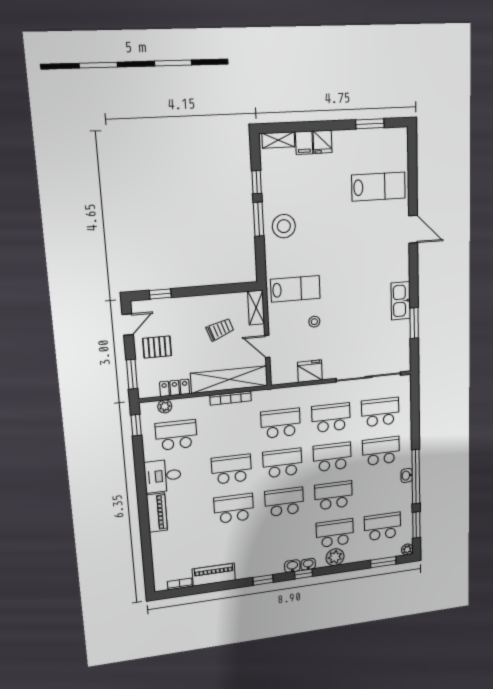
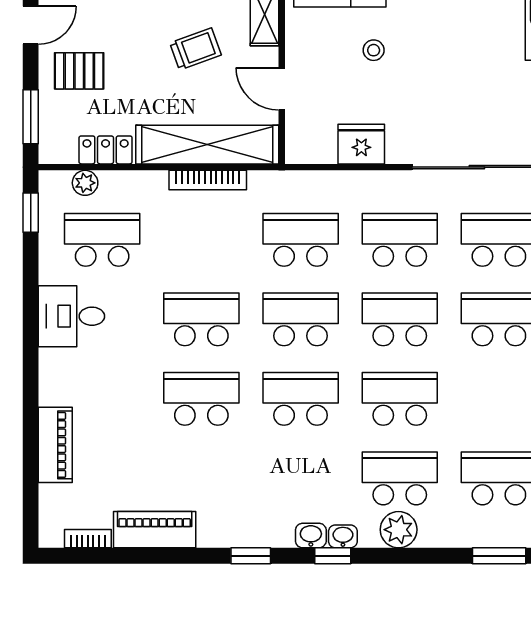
piano: (157, 513) -> (55, 445), moved

